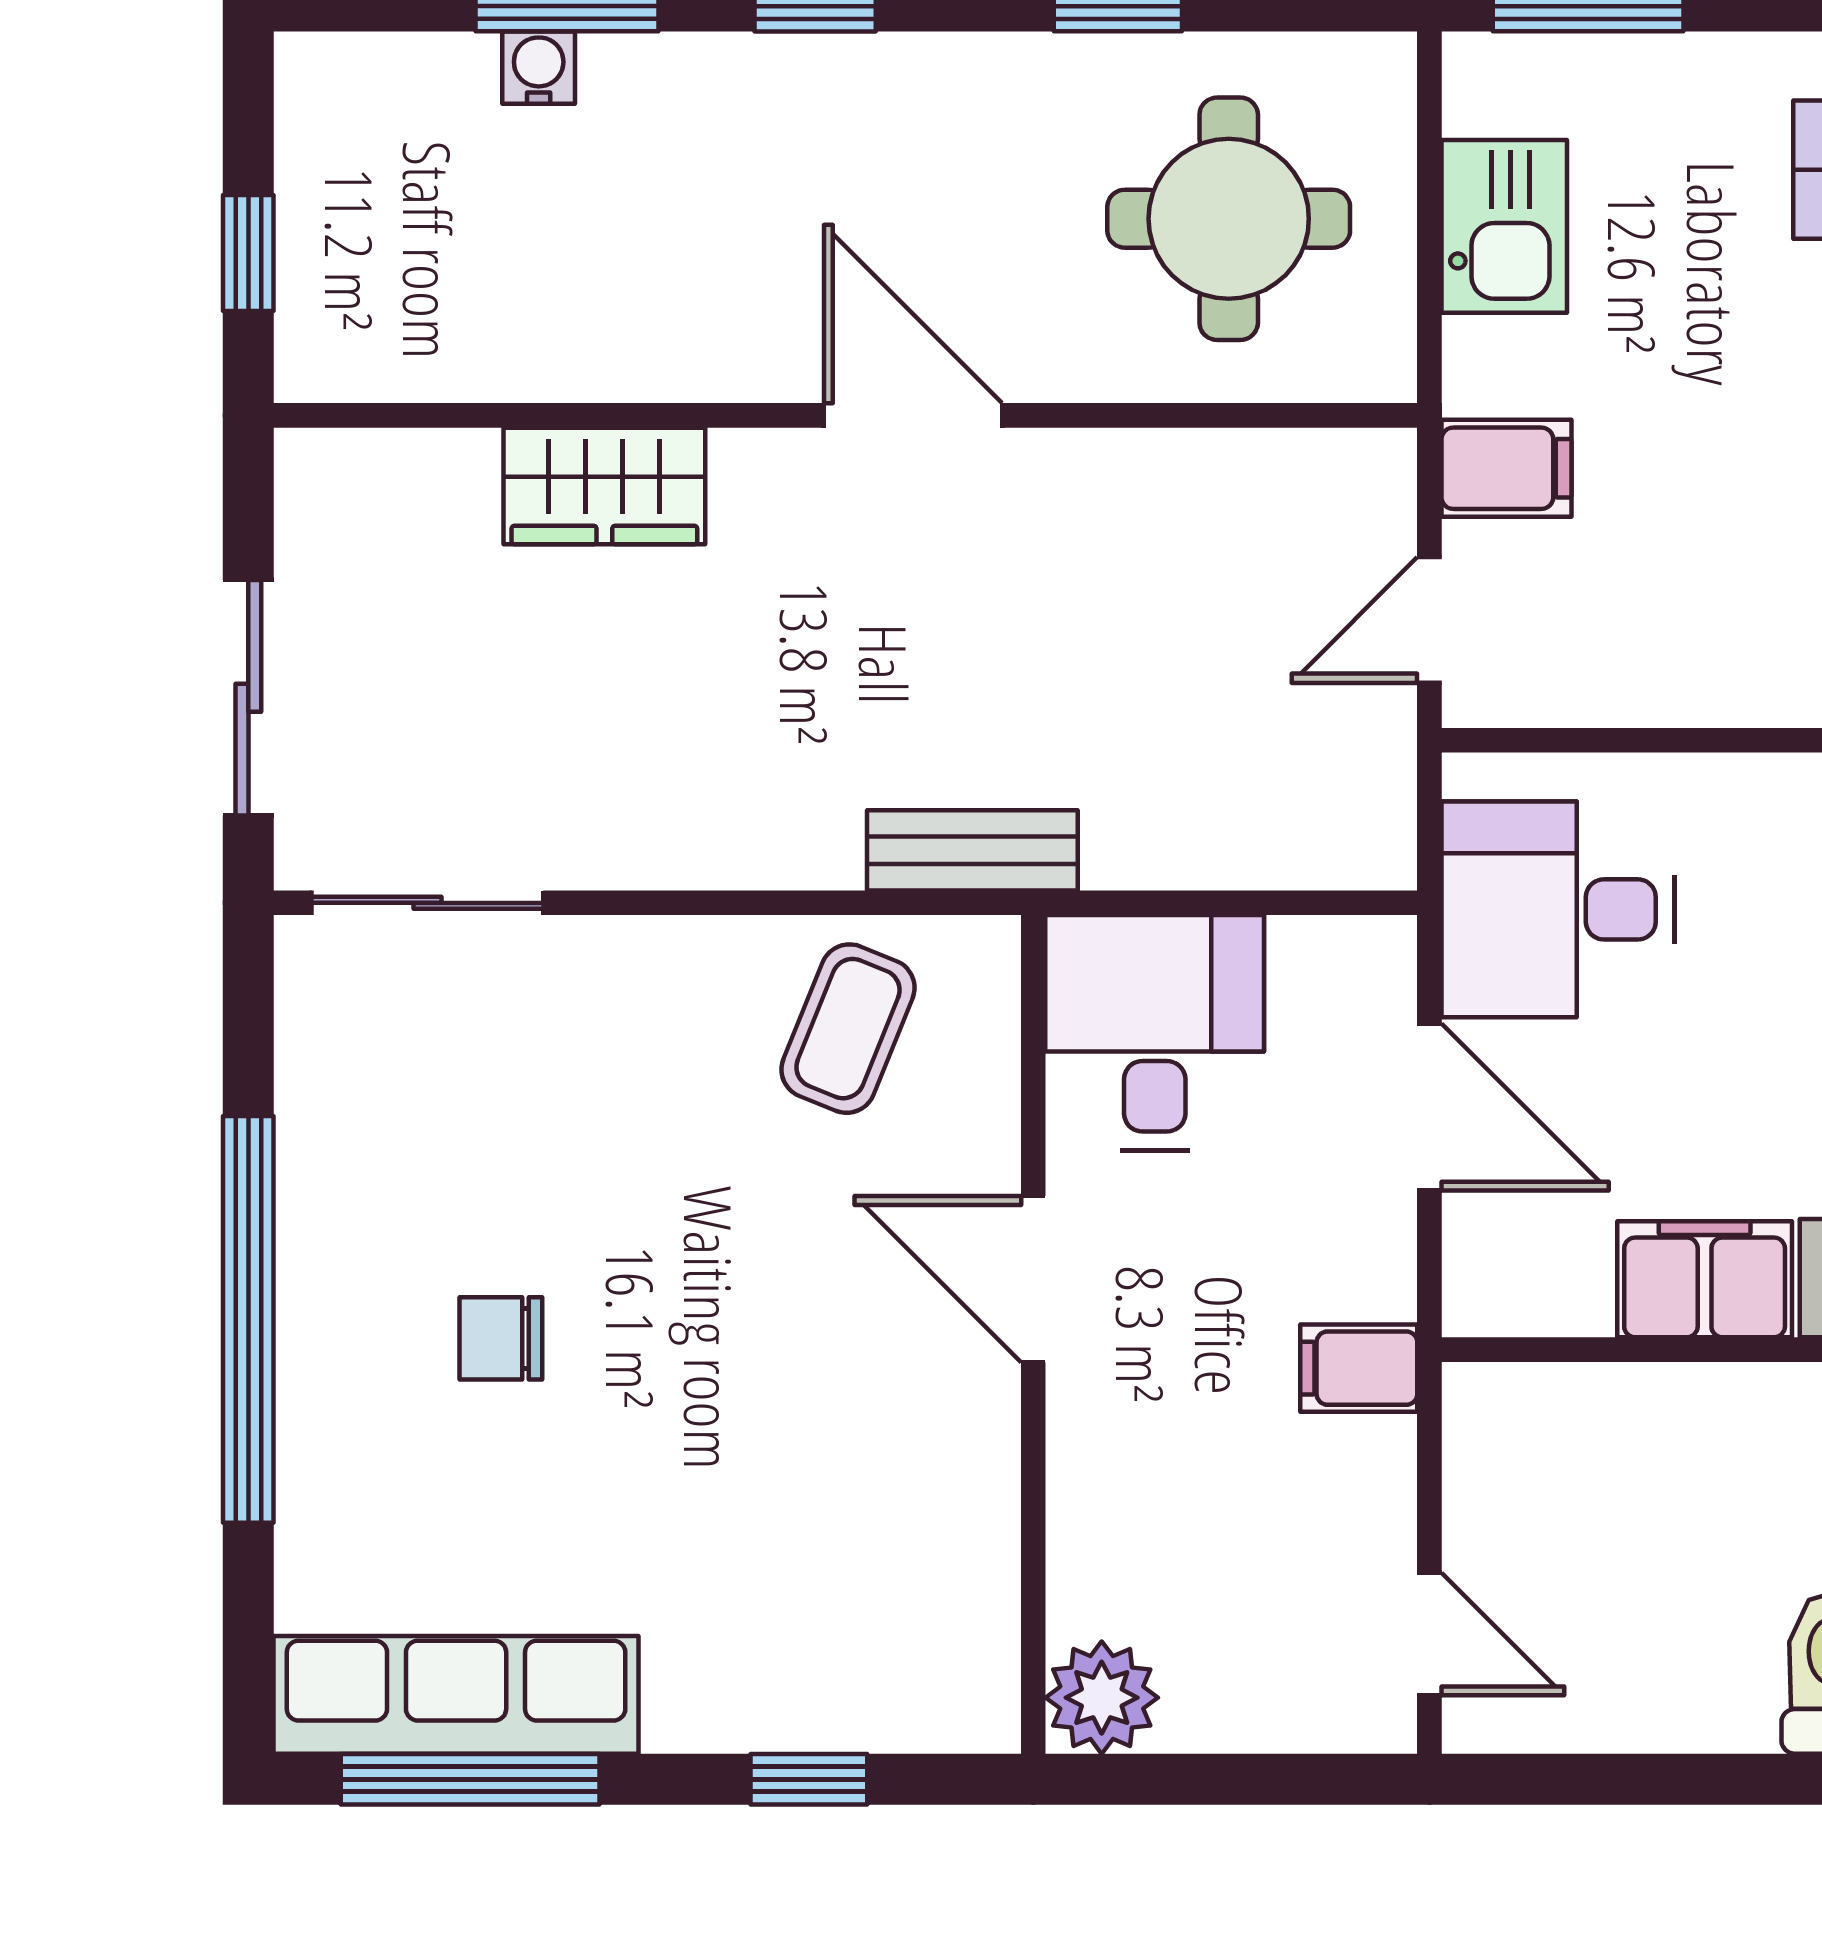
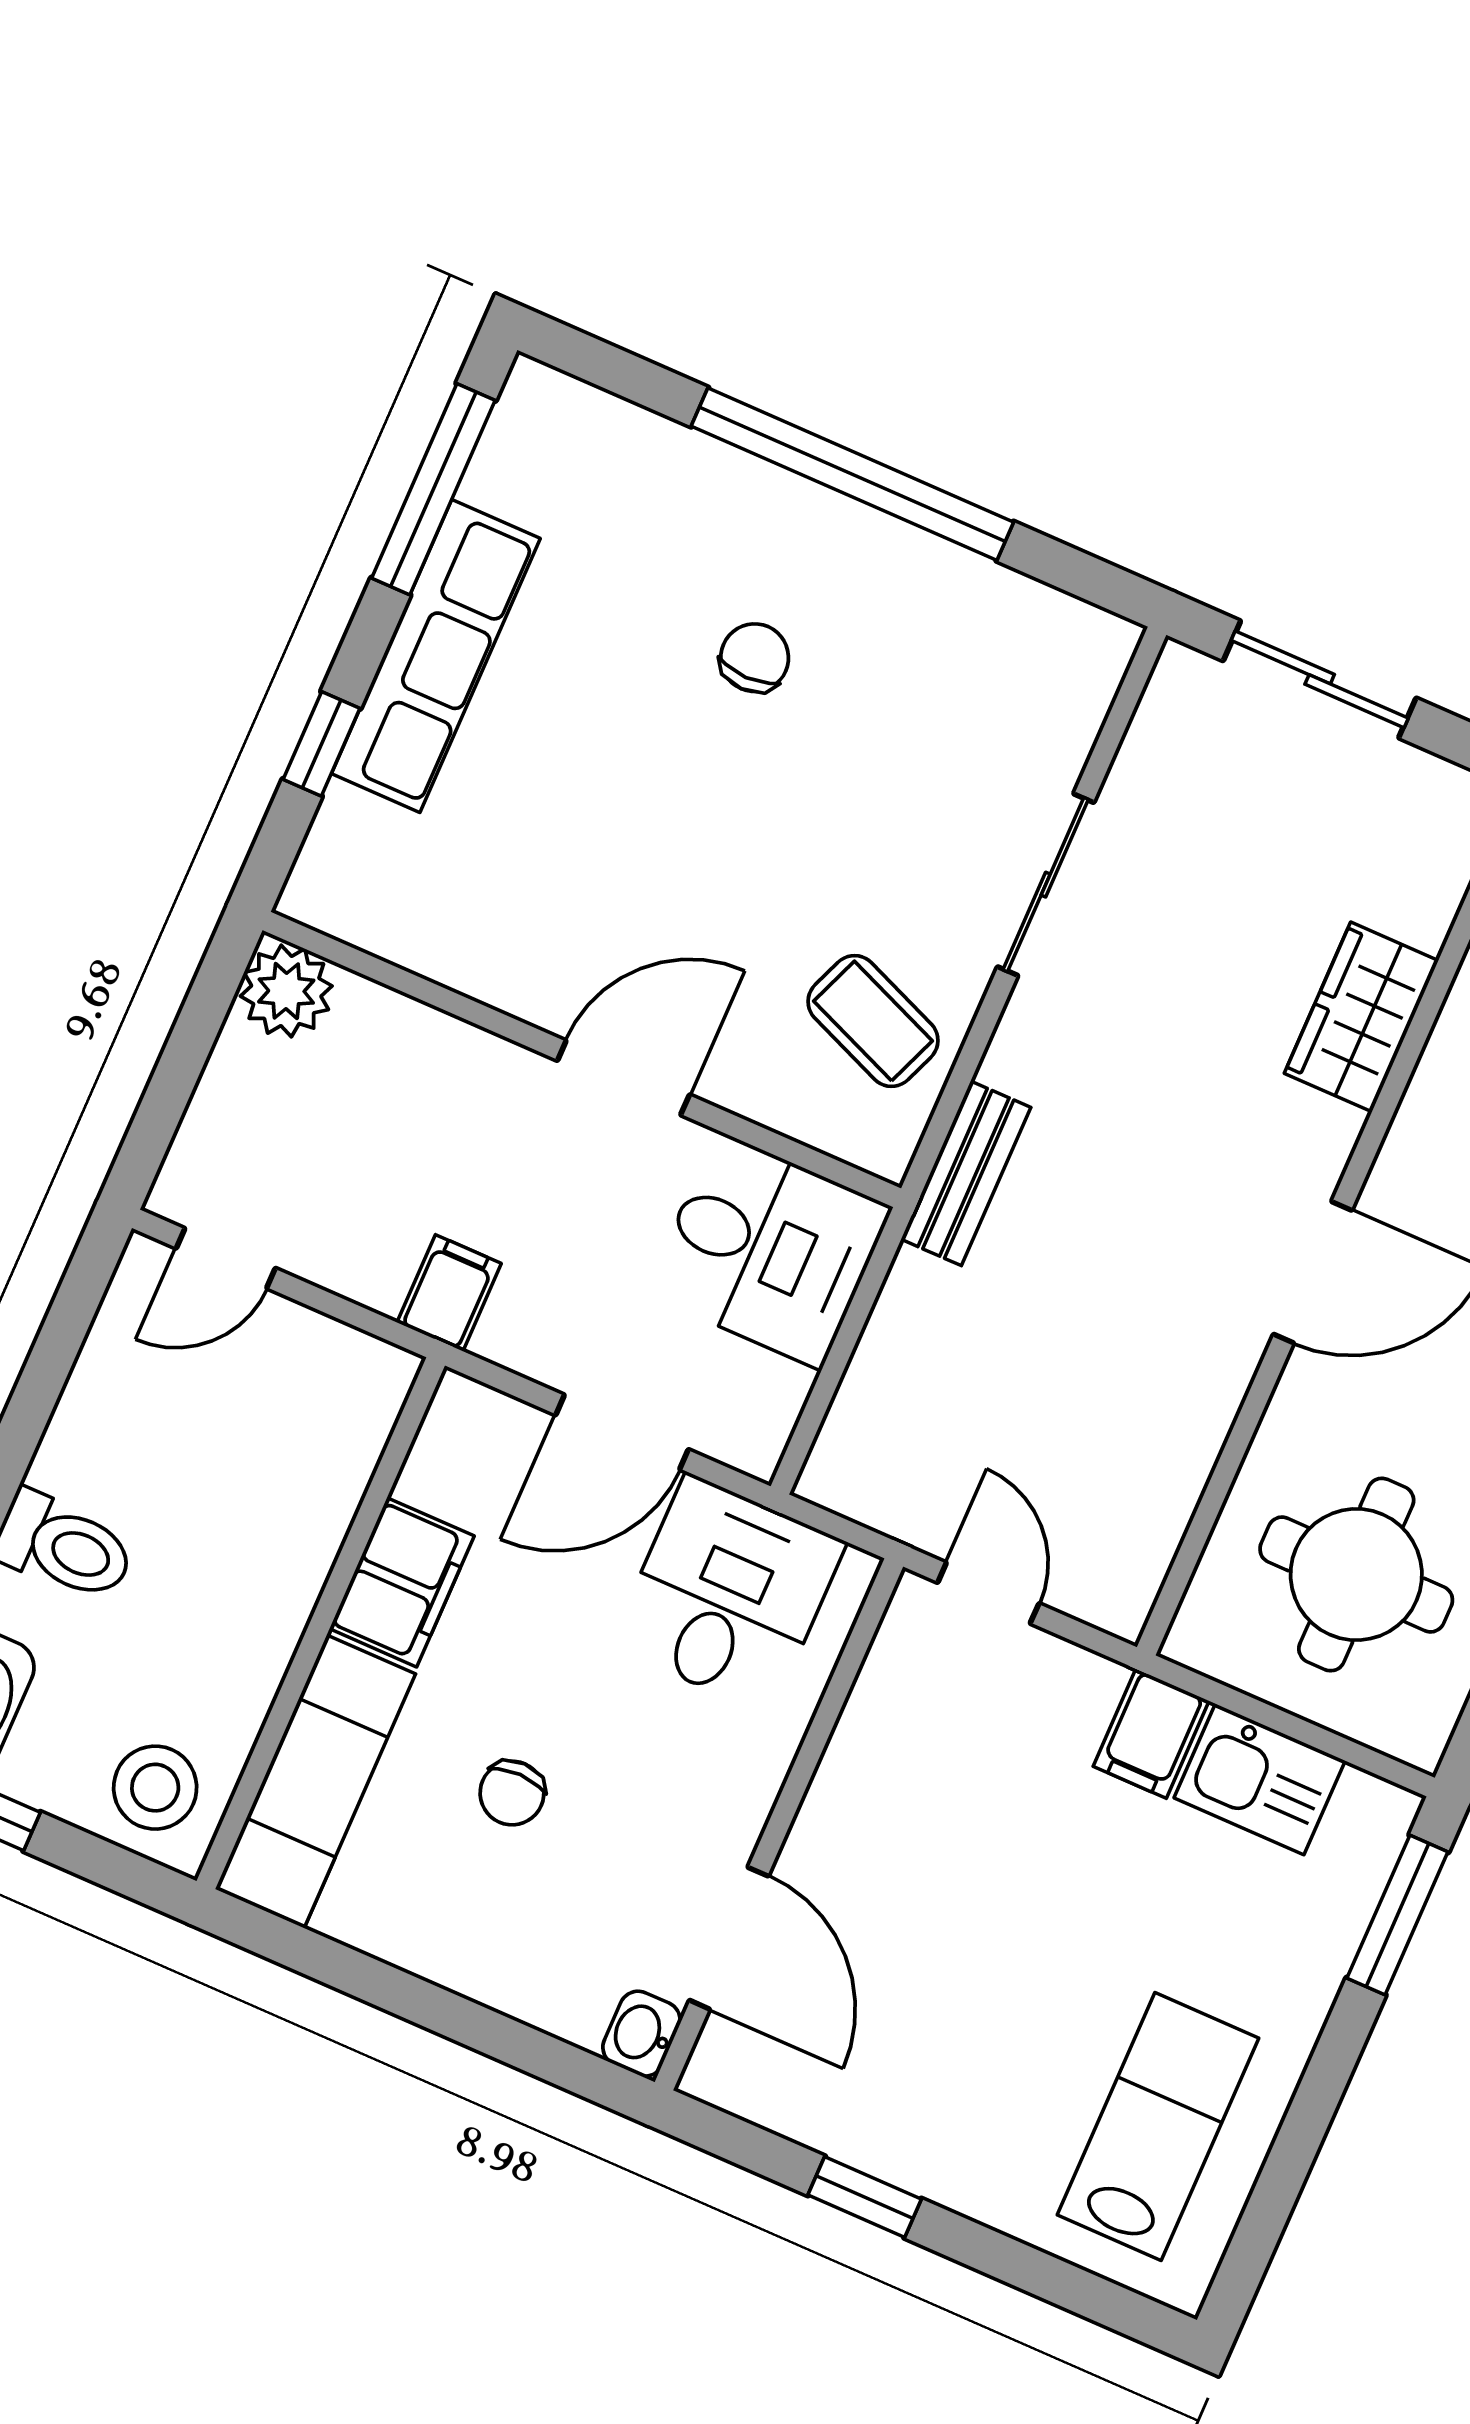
filing cabinet: (1506, 468) -> (1151, 1734), moved
sliding door: (427, 903) -> (1046, 885), moved
row of seats: (456, 1695) -> (436, 656), moved

